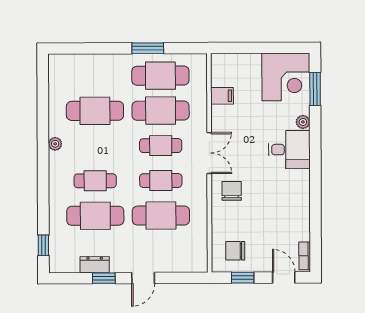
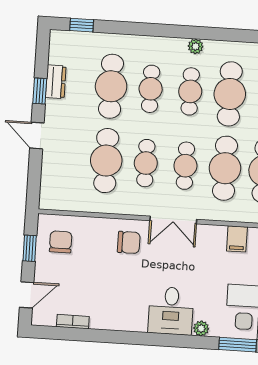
cafe table: (95, 146) -> (190, 91), added
bookcase: (305, 256) -> (73, 322), moved

